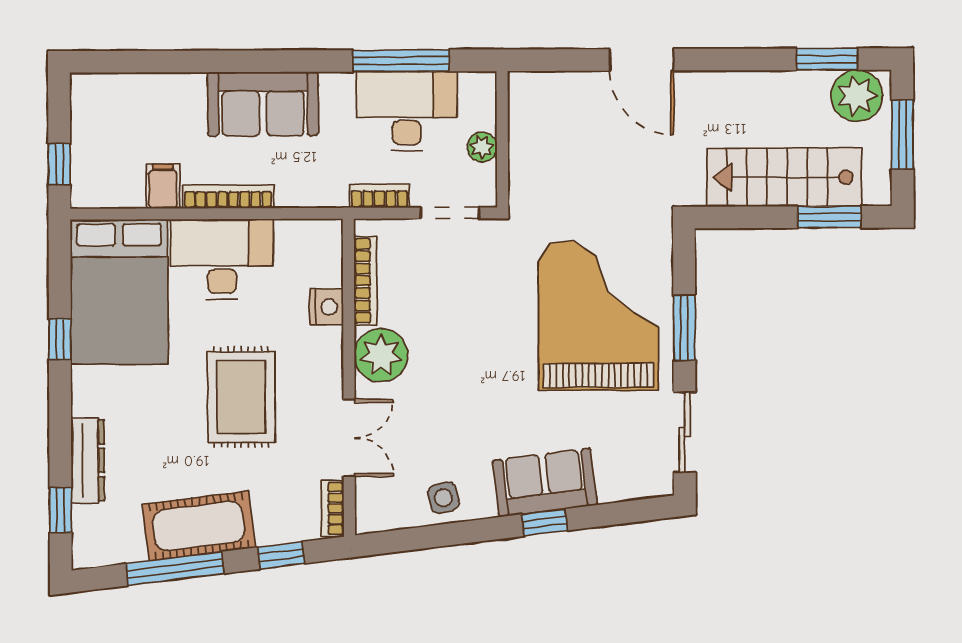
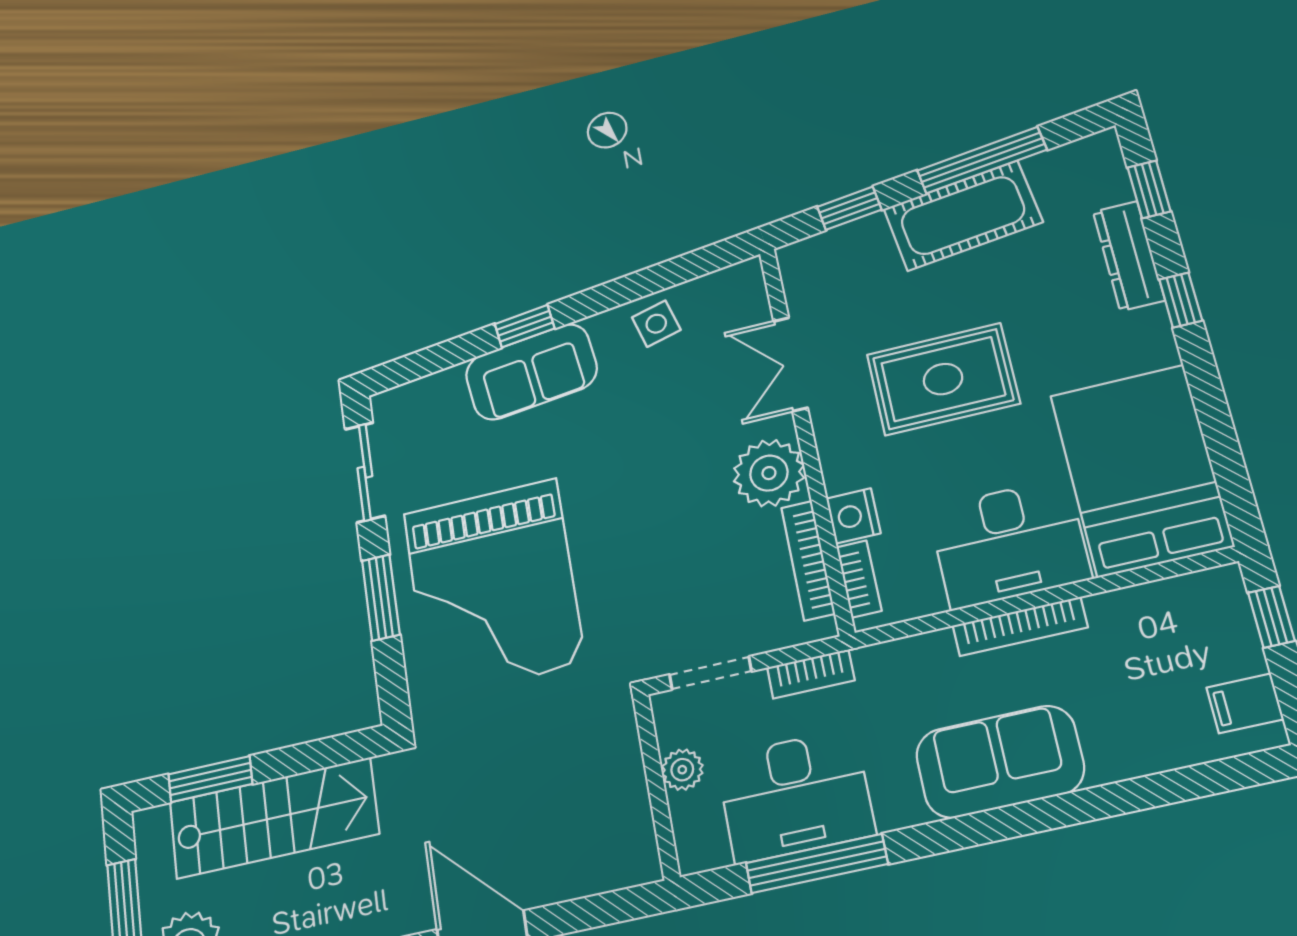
filing cabinet: (163, 186) -> (1245, 703), moved, turned 90
window: (60, 339) -> (1181, 300), moved
rug: (241, 397) -> (943, 379), turned 90
bookcase: (333, 508) -> (859, 579), moved

